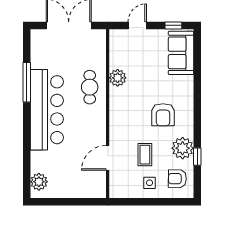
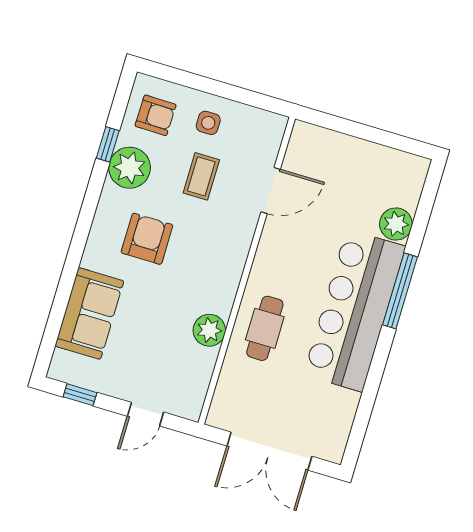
sofa: (181, 53) -> (89, 313), moved
window: (27, 82) -> (400, 291), moved
plant: (39, 182) -> (396, 224), moved

